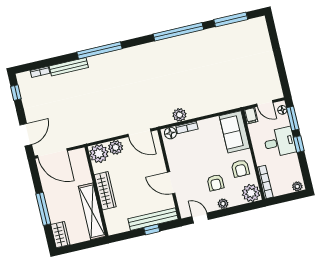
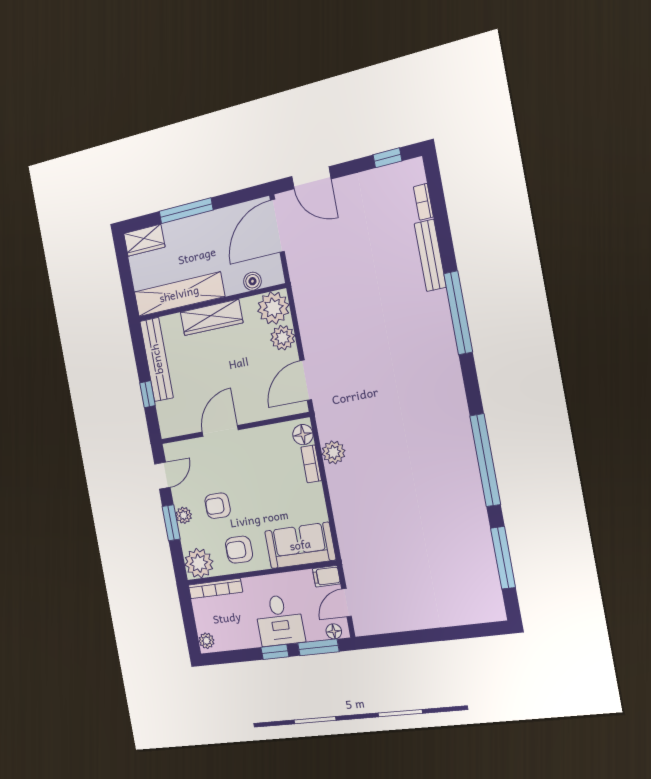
boiler: (84, 167) -> (252, 281), added
window: (228, 211) -> (171, 523), added
bench: (153, 219) -> (157, 359), moved

